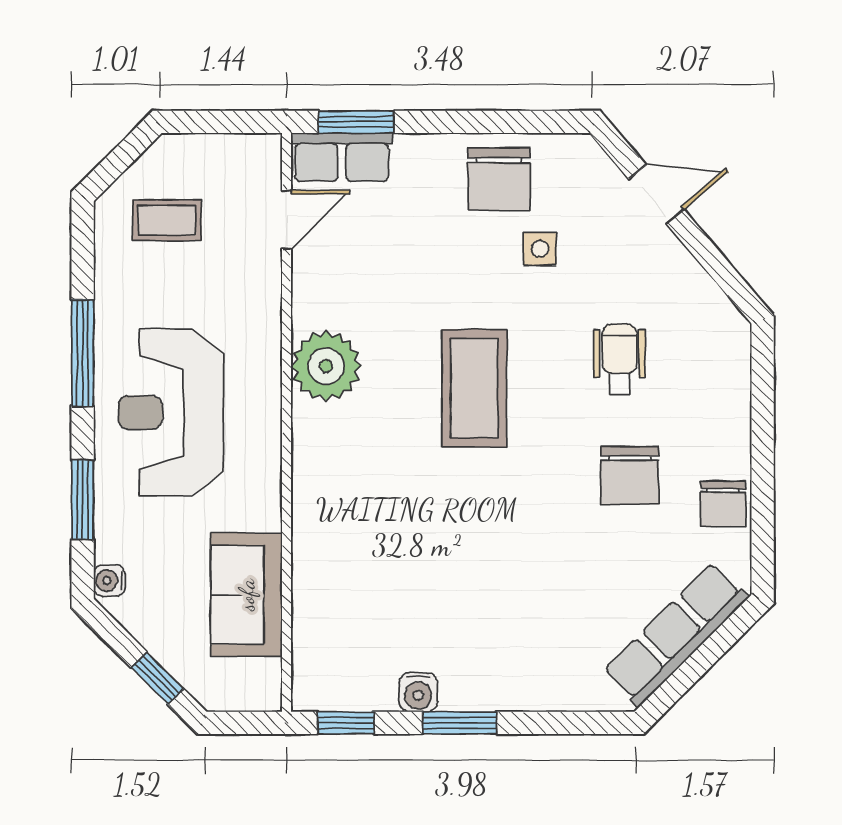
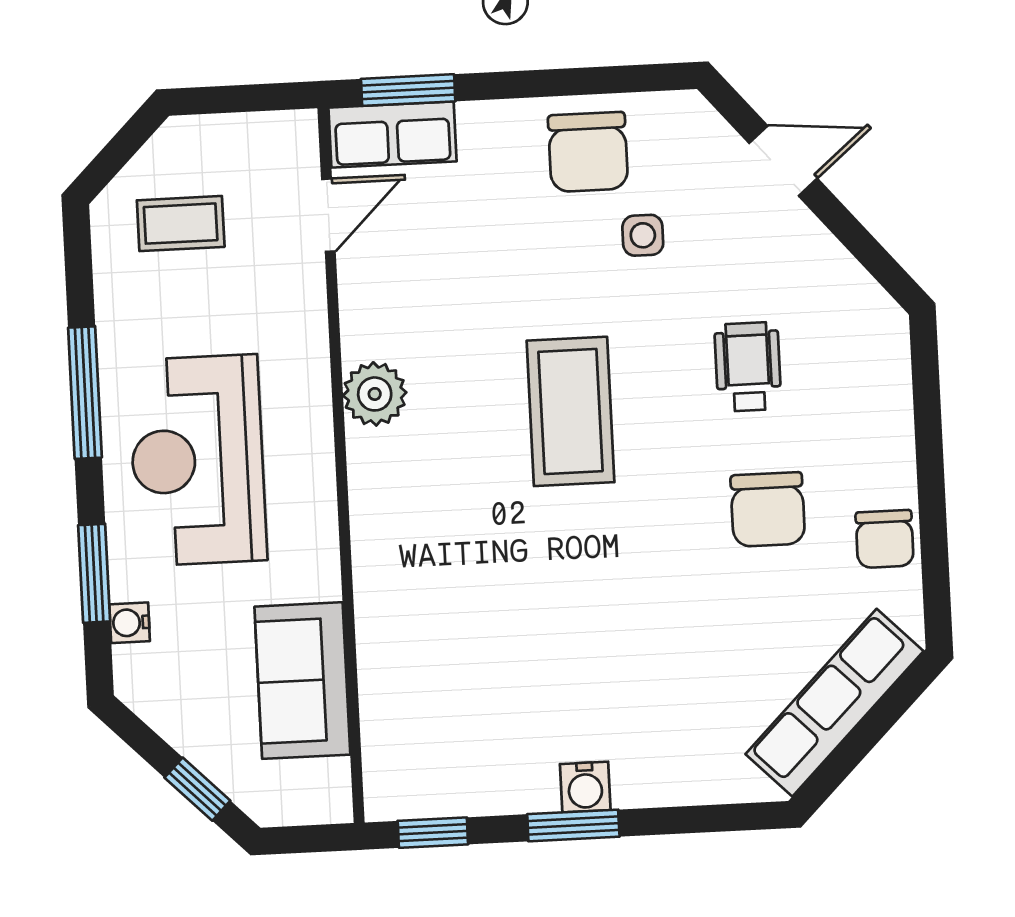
plant: (326, 366) -> (375, 394), width x0.73, depth x0.73
water cooler: (109, 581) -> (130, 623), moved
water cooler: (418, 692) -> (585, 787), moved

